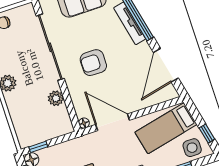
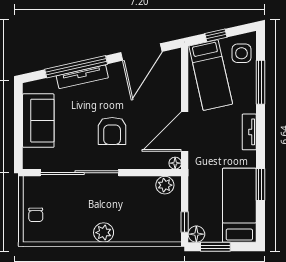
door: (166, 65) -> (141, 52), hinge flipped
plant: (56, 98) -> (165, 185), moved
window: (207, 134) -> (216, 35), moved

